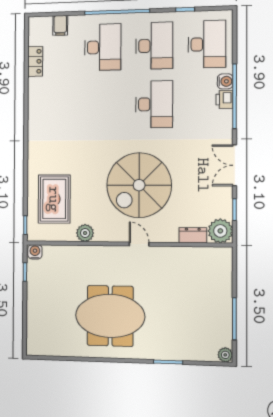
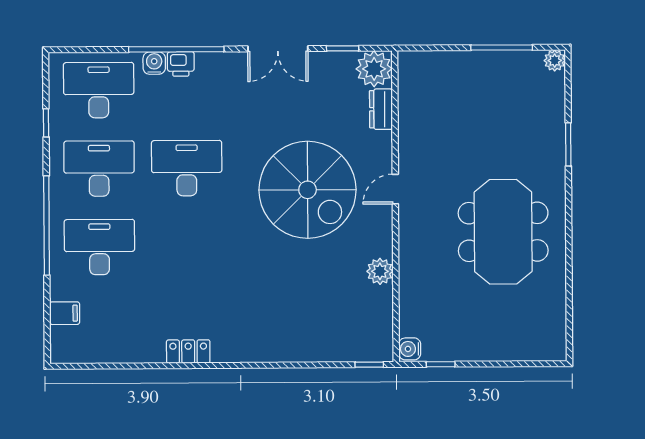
locker: (35, 61) -> (188, 351), moved
rug: (54, 199) -> (329, 320), removed

